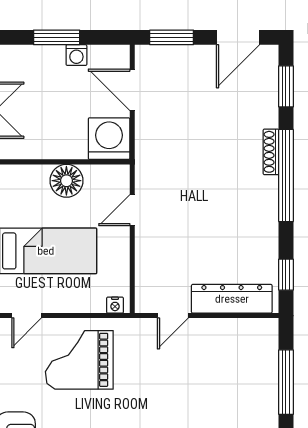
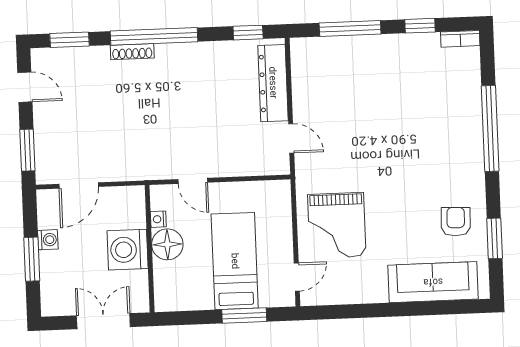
door: (238, 37) -> (25, 87), width x0.73
washing machine: (109, 139) -> (128, 250), moved
nightstand: (115, 305) -> (158, 219), moved, turned 180
door: (27, 316) -> (297, 277), hinge flipped

